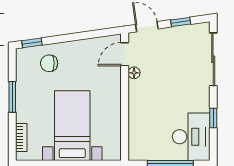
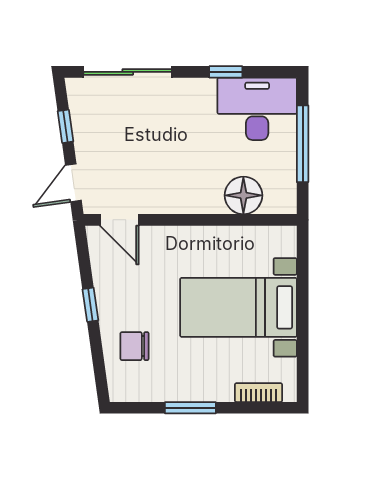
window: (32, 43) -> (90, 305), moved
chair: (49, 63) -> (134, 346), turned 90
floor lamp: (134, 73) -> (243, 195), moved, width x1.89, depth x1.89

